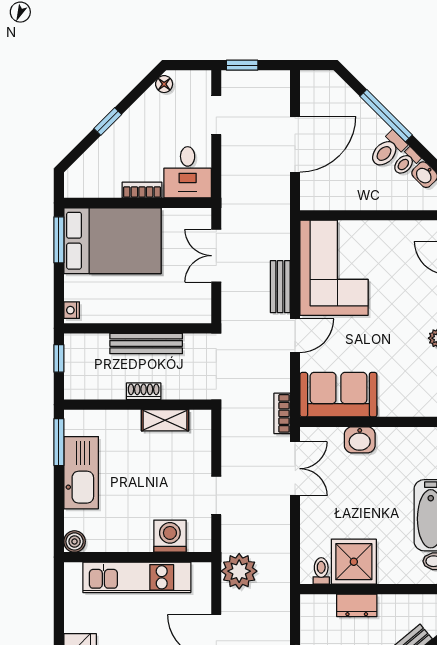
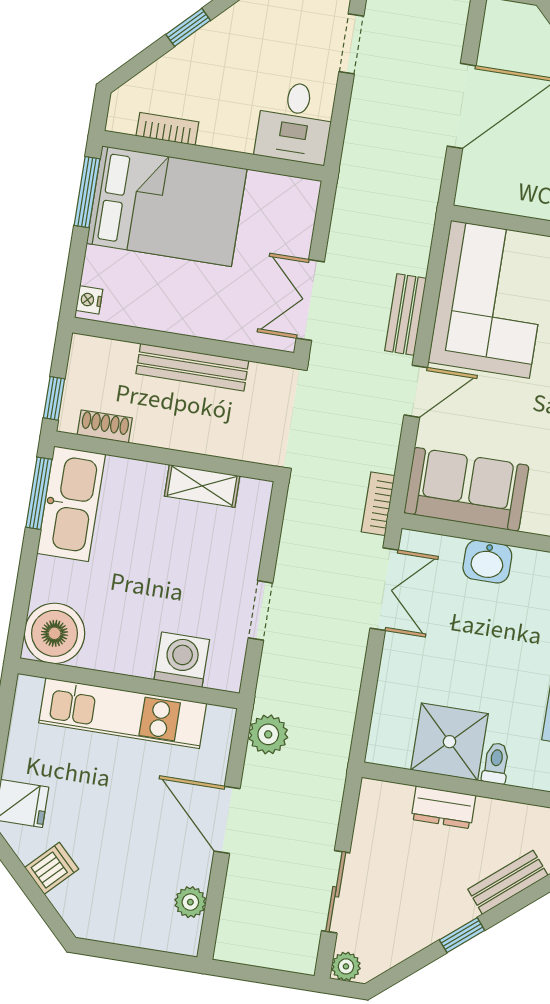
bookcase: (142, 190) -> (167, 129), moved
double door: (216, 256) -> (310, 300), moved
window: (59, 358) -> (54, 398), moved
shoe rack: (144, 391) -> (105, 426), moved
kitchen sink: (81, 473) -> (71, 504), moved
boiler: (75, 541) -> (55, 633), width x1.86, depth x1.86
plant: (239, 571) -> (268, 734), width x0.73, depth x0.73
toilet: (321, 571) -> (496, 763), moved

